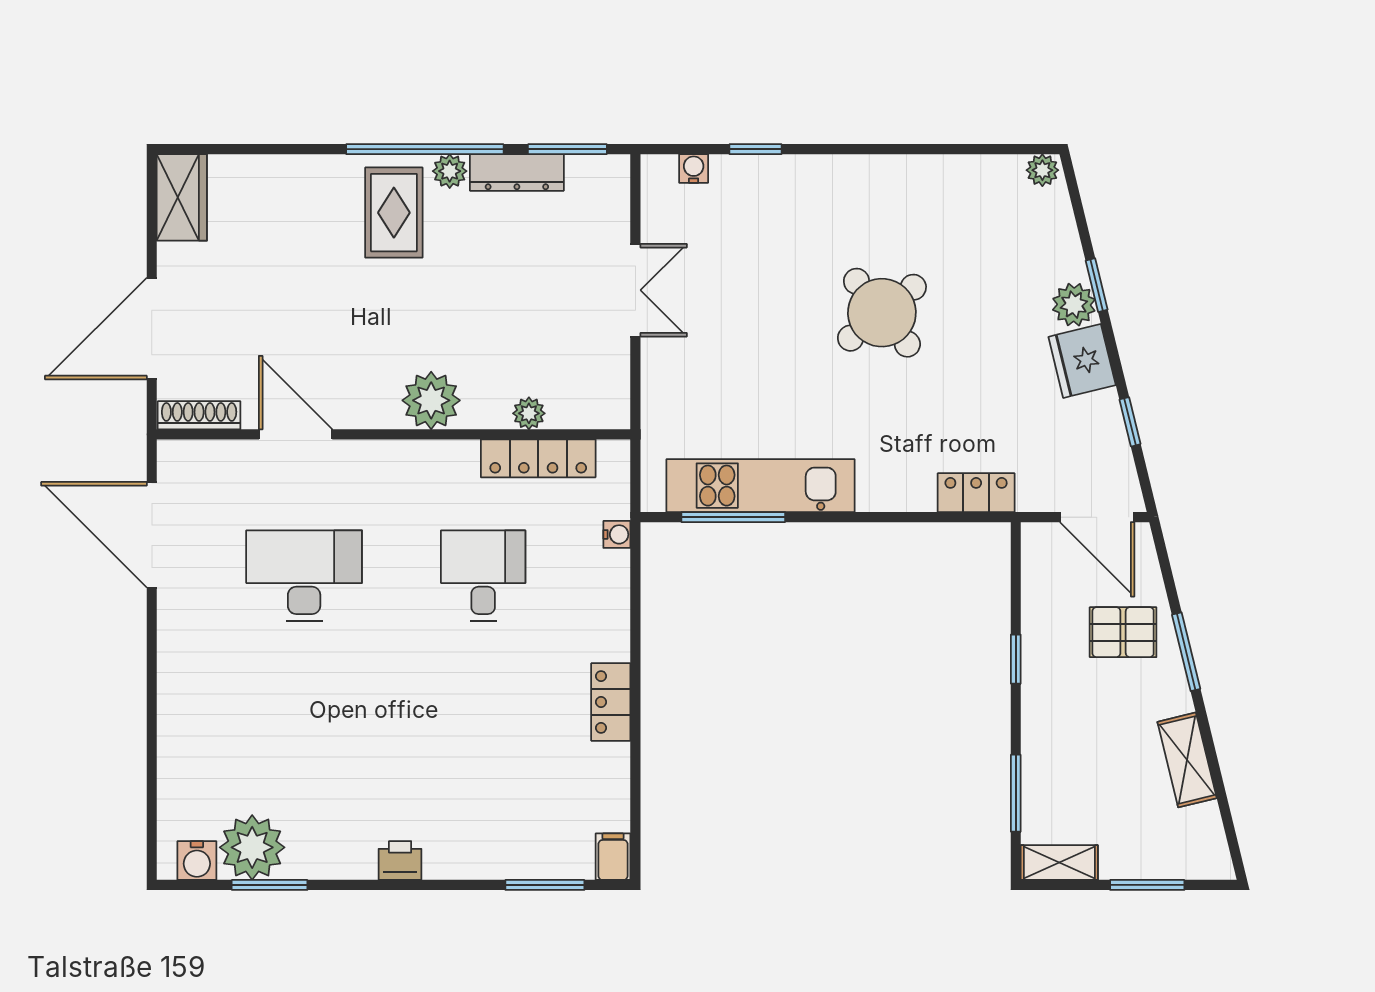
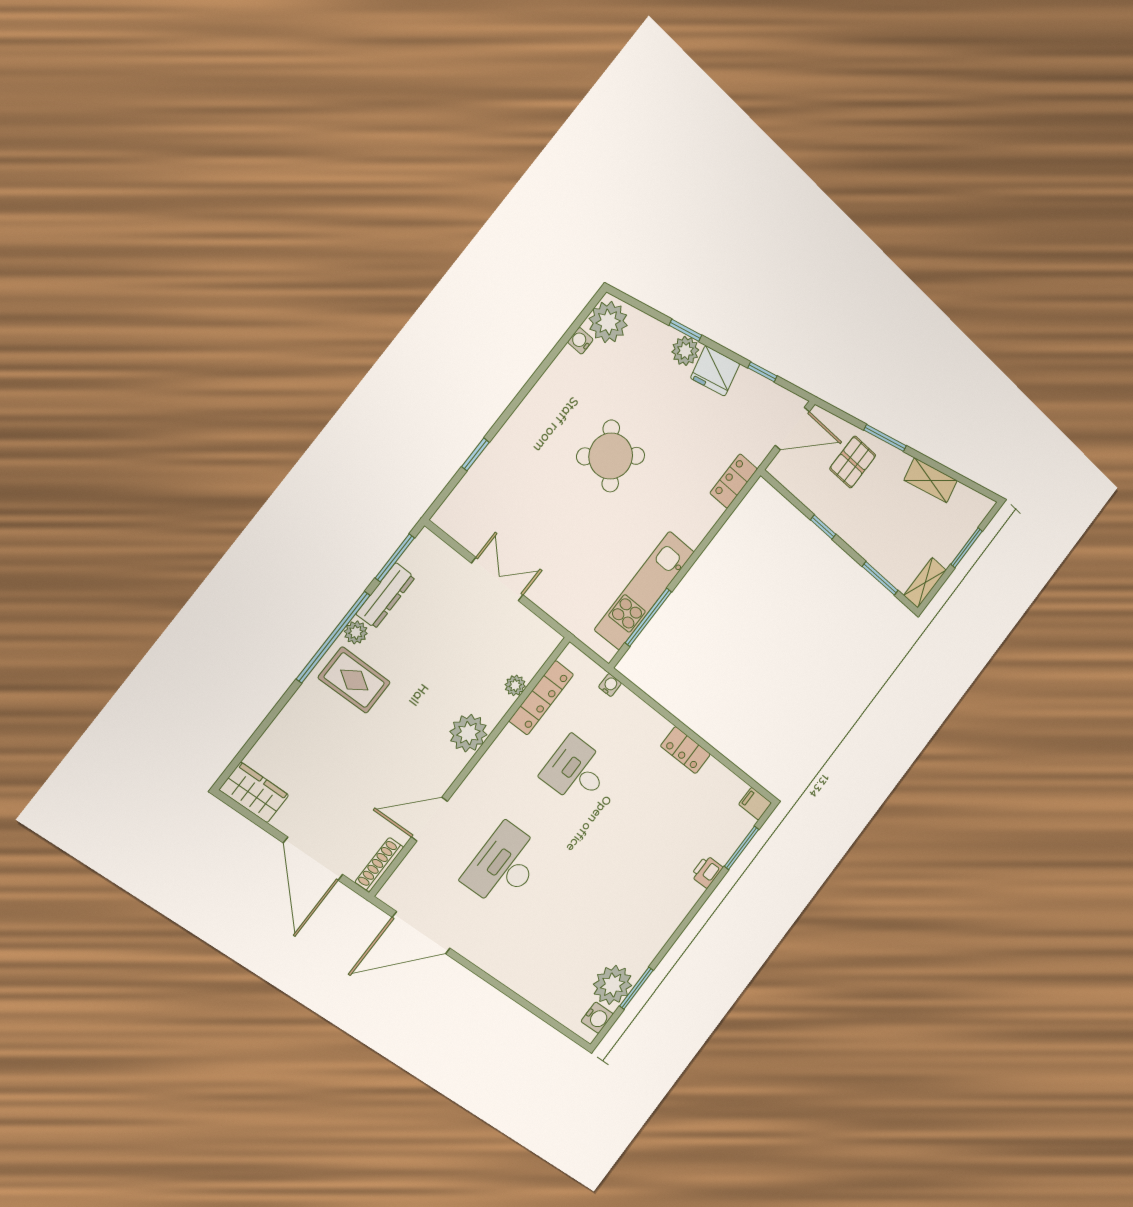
water cooler: (694, 169) -> (580, 341), moved
plant: (1042, 170) -> (608, 322), width x1.88, depth x1.88
printer: (400, 861) -> (707, 872), moved

